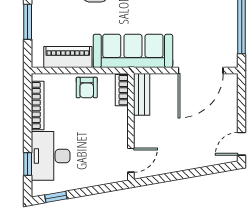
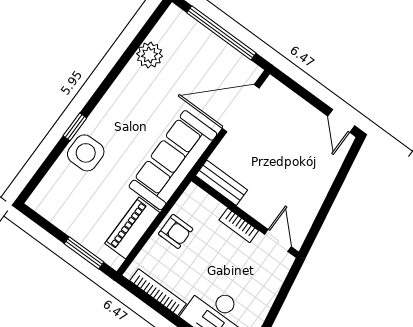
window: (28, 22) -> (84, 253), moved
door: (201, 71) -> (241, 108), swing flipped
bookcase: (122, 90) -> (239, 225), moved

